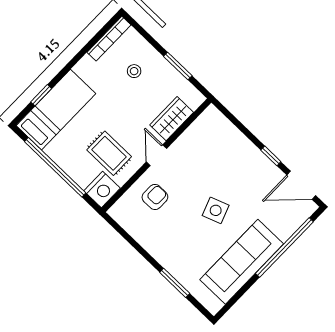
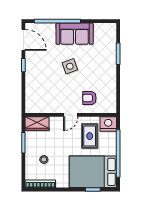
bed: (56, 110) -> (93, 172), width x1.50
wardrobe: (172, 119) -> (37, 123), moved
sofa: (242, 262) -> (75, 34), width x0.73

